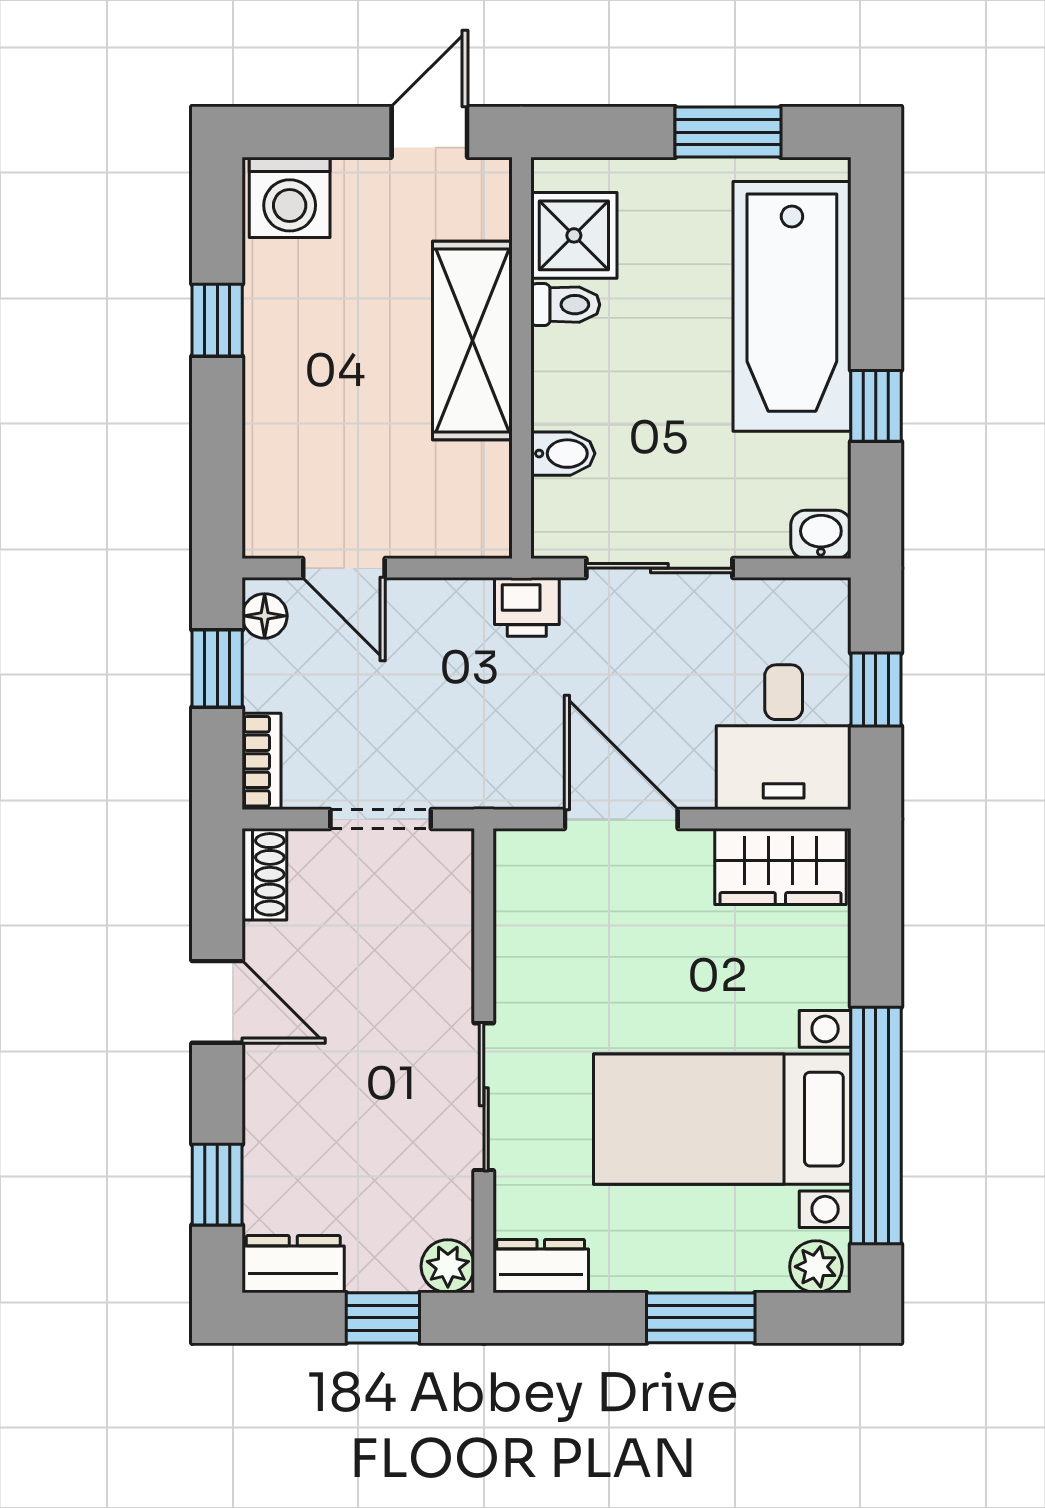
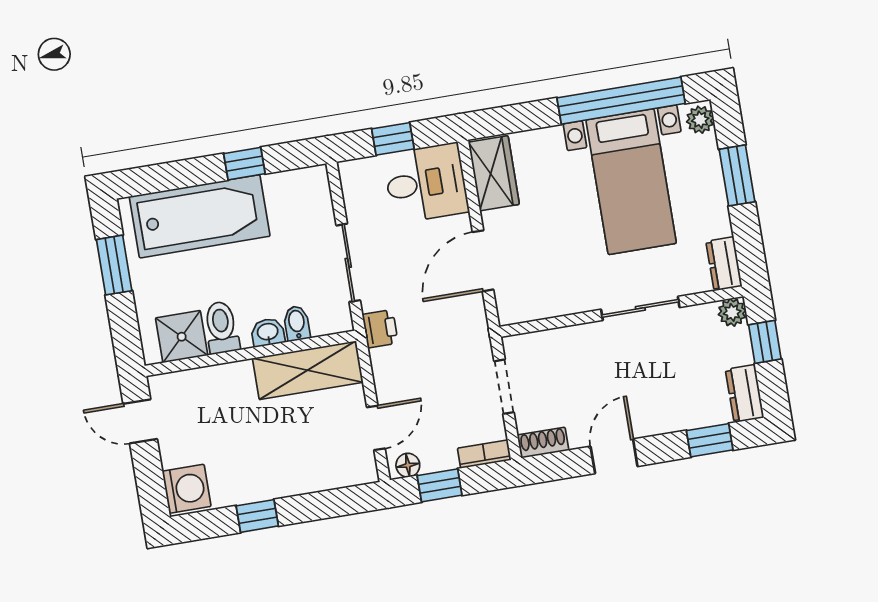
toilet: (565, 305) -> (222, 328), width x1.37, depth x1.39
shelving: (472, 340) -> (308, 370), moved
washbasin: (821, 534) -> (268, 332), moved, turned 90

